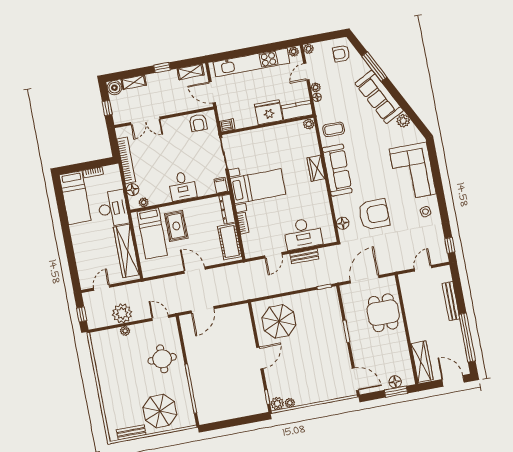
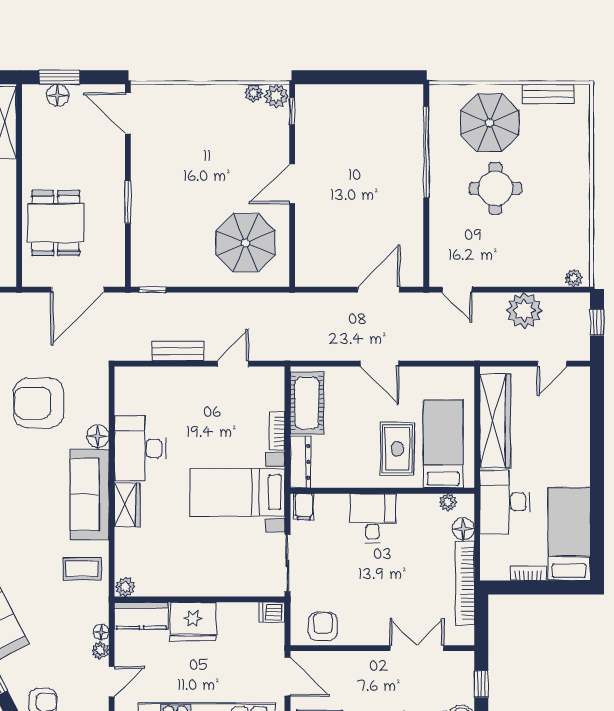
floor lamp: (343, 223) -> (98, 436), moved
desk: (303, 234) -> (140, 448), moved, turned -90
plant: (125, 331) -> (574, 278), moved
round table: (162, 359) -> (495, 188), moved

